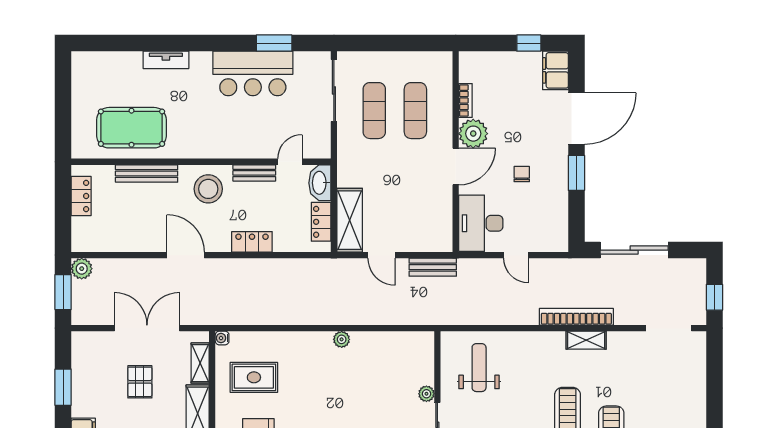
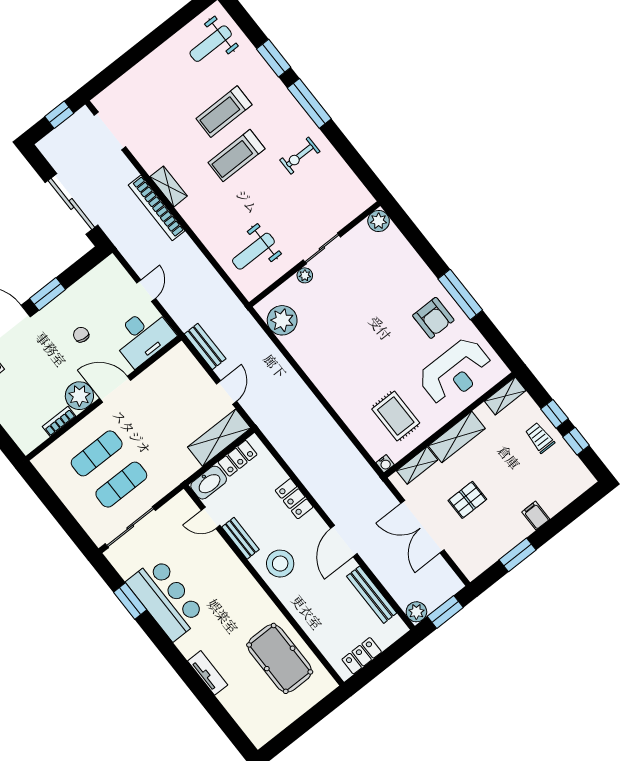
bench: (147, 174) -> (372, 595), moved
chair: (522, 174) -> (81, 335), turned 100
plant: (342, 339) -> (282, 320), moved, width x1.87, depth x1.87

